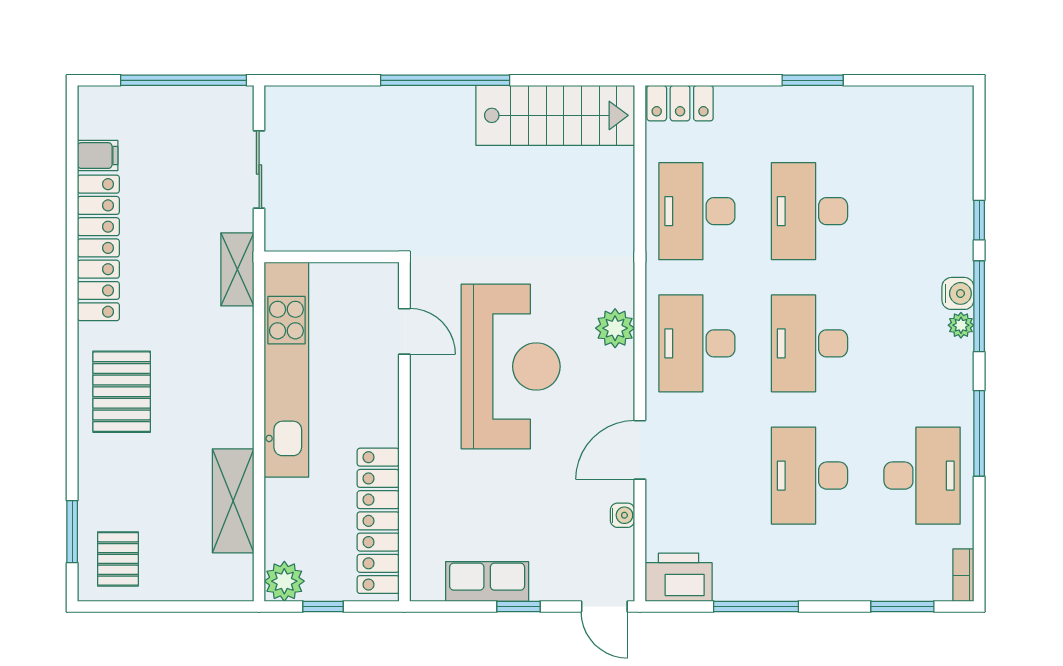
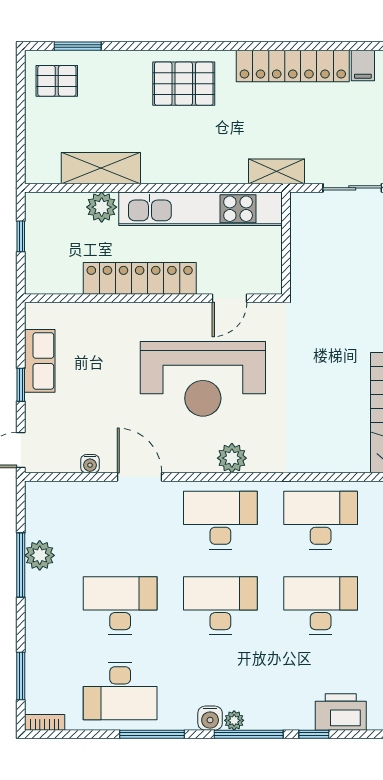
water cooler: (958, 293) -> (210, 718), moved
locker: (378, 521) -> (140, 278), moved
printer: (679, 577) -> (341, 712), moved, turned -90
plant: (284, 581) -> (102, 207), moved
plant: (743, 581) -> (40, 555), added

